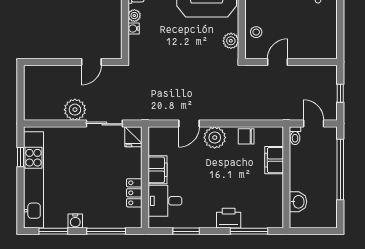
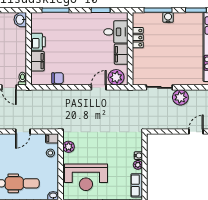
filing cabinet: (254, 52) -> (52, 138), added
door: (91, 62) -> (196, 132), moved
door: (278, 62) -> (23, 132), moved
fridge: (133, 137) -> (138, 78), removed
plant: (215, 138) -> (116, 77), moved
washbasin: (298, 202) -> (20, 20), moved
printer: (229, 218) -> (38, 42), moved, turned -90
water cooler: (75, 221) -> (168, 17), moved

